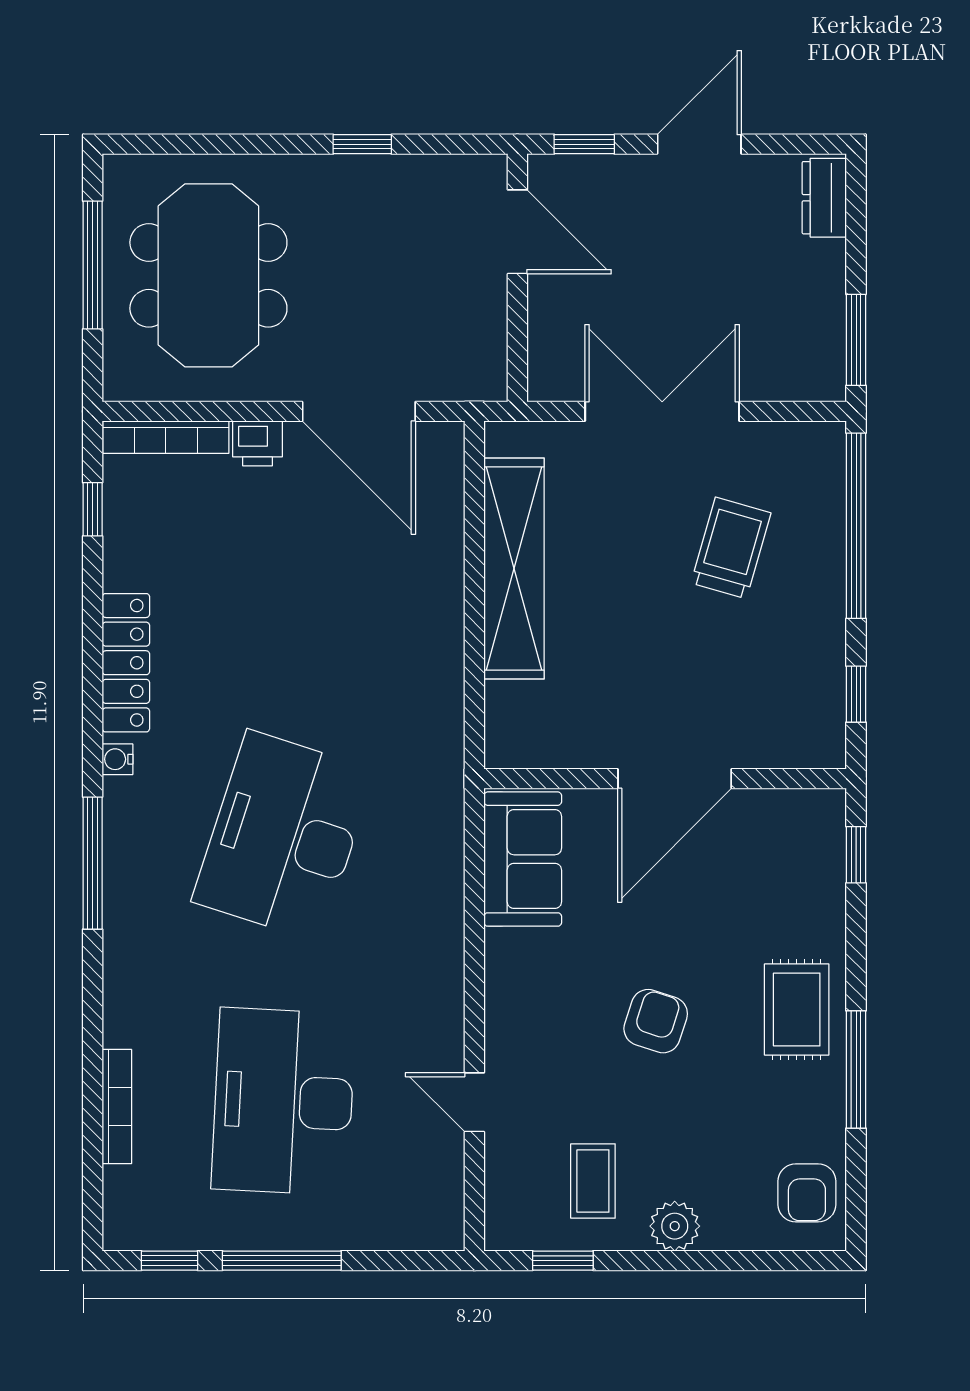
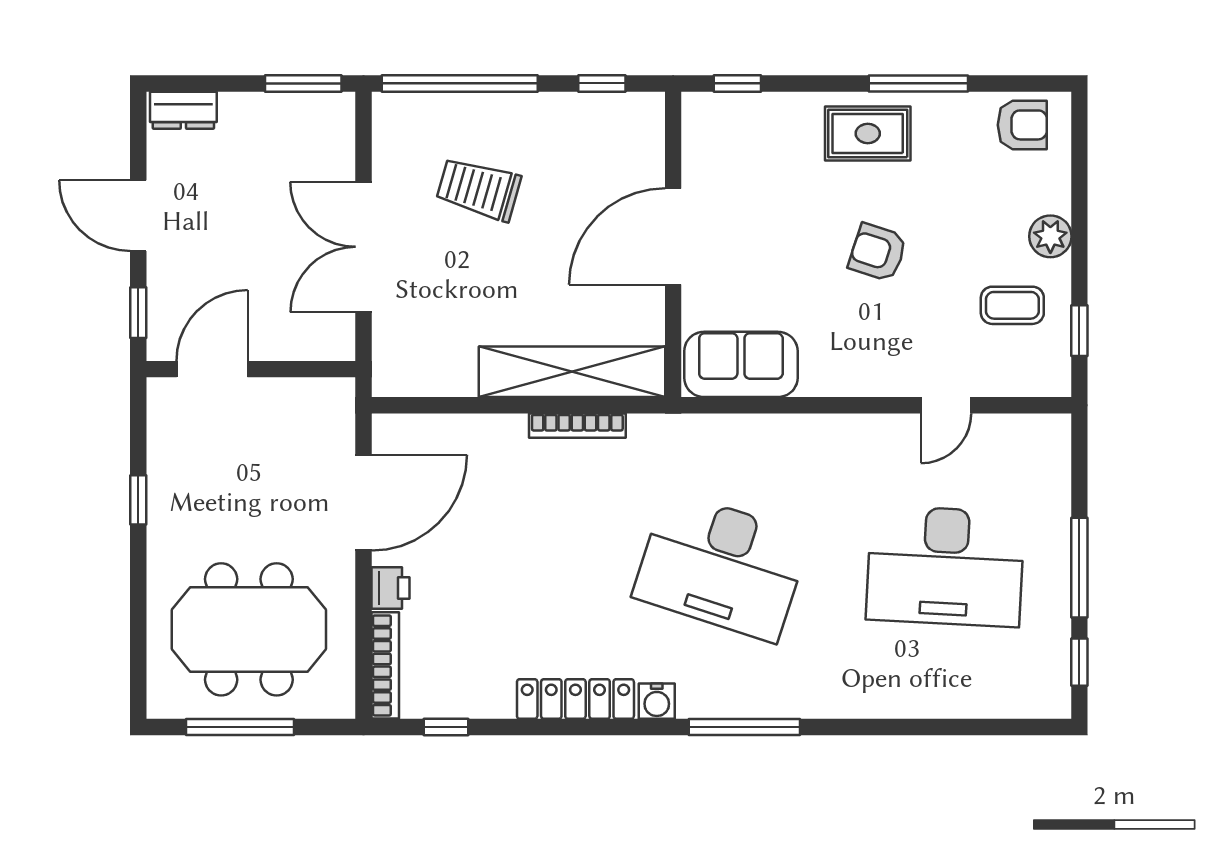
shelving: (514, 569) -> (572, 372), moved
water cooler: (118, 759) -> (657, 701), width x1.38, depth x1.38
door: (675, 779) -> (673, 236), swing flipped
bookcase: (117, 1107) -> (577, 426), moved, turned 180

